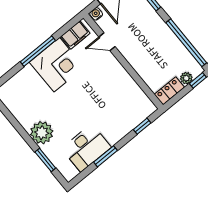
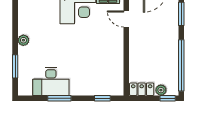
plant: (42, 133) -> (23, 40), width x0.53, depth x0.53

